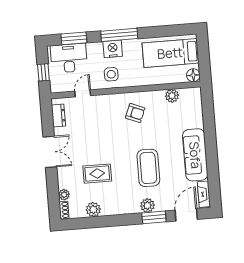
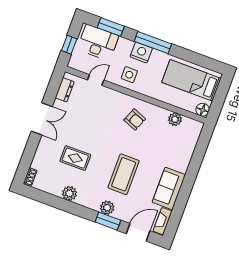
sofa: (195, 155) -> (169, 188), width x0.73
plant: (64, 195) -> (37, 163), removed
plant: (93, 210) -> (70, 193), moved

